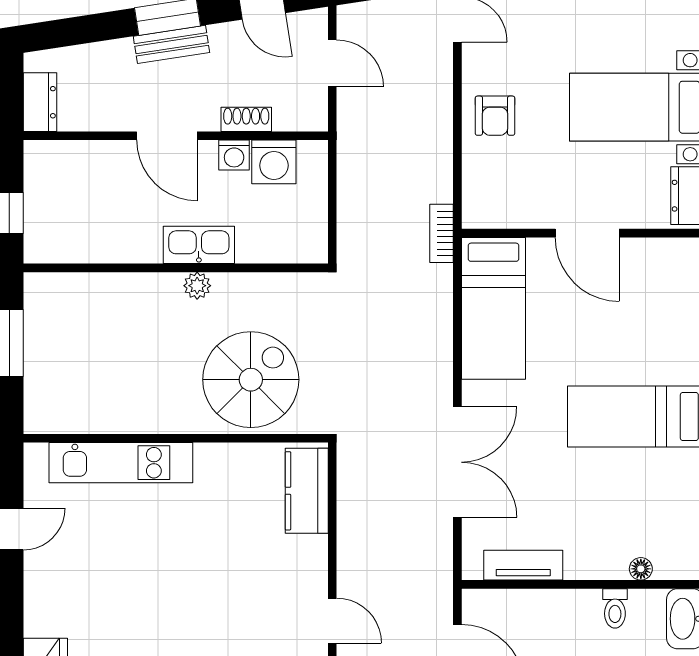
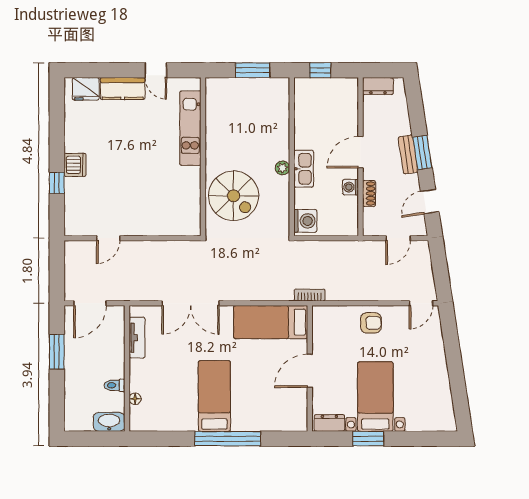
armchair: (495, 116) -> (371, 323), turned 180
washing machine: (274, 162) -> (305, 221), moved, turned 180
kitchen counter: (307, 491) -> (123, 89), moved, turned 180

